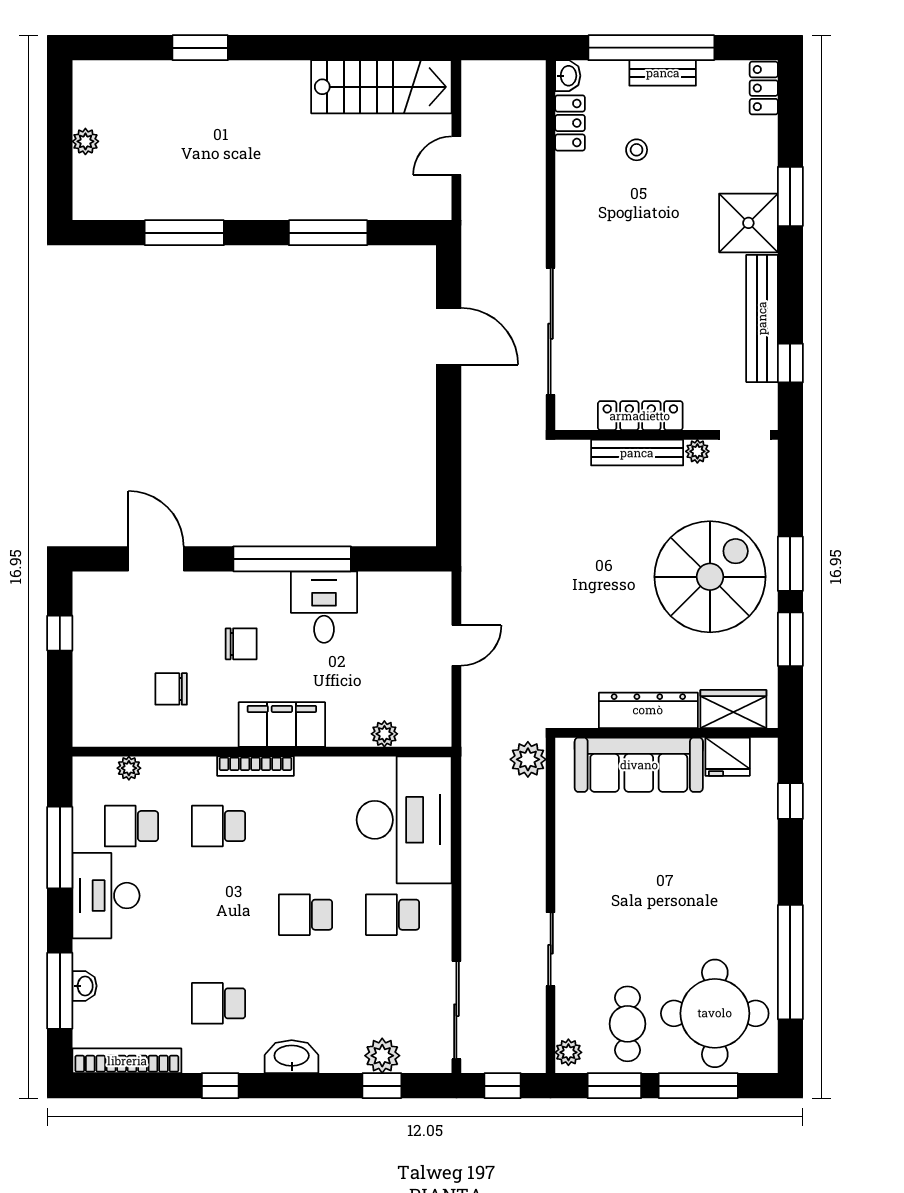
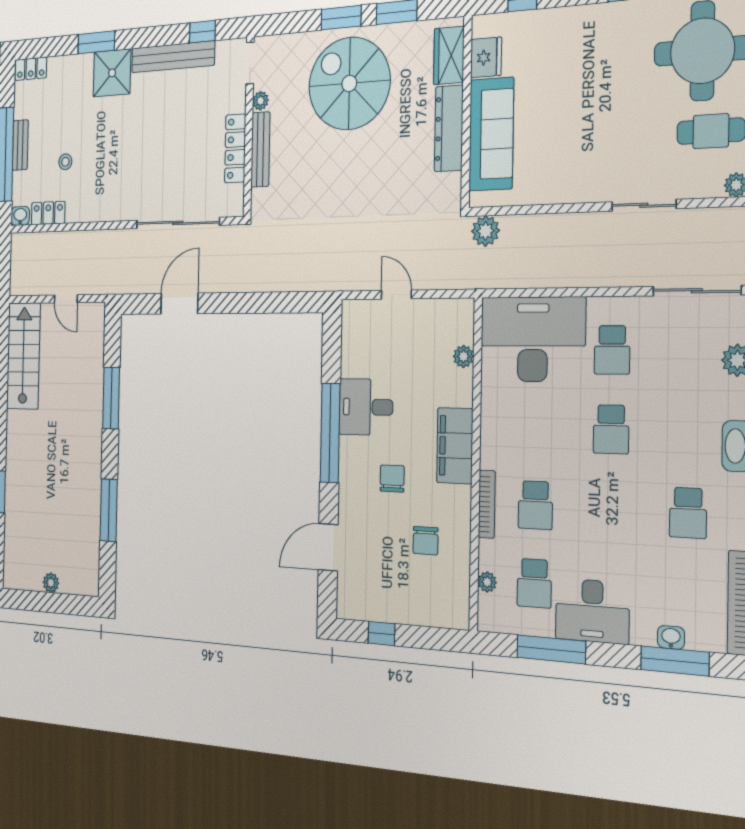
bookcase: (255, 766) -> (487, 504), moved

